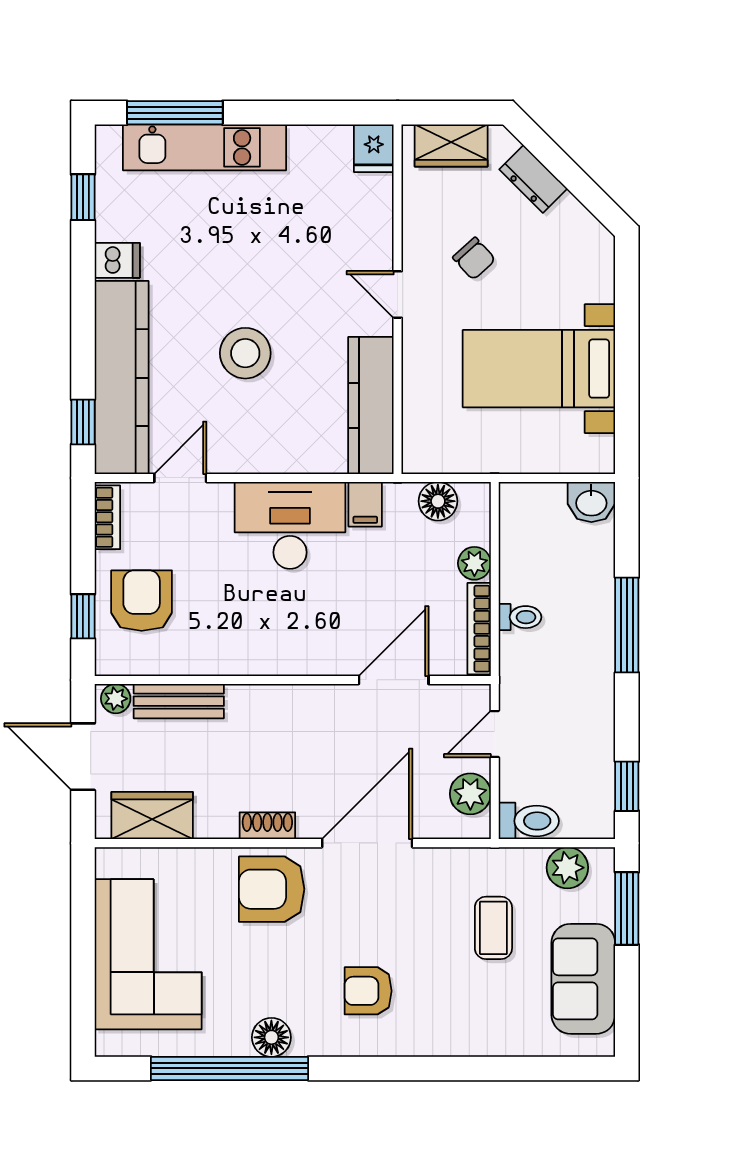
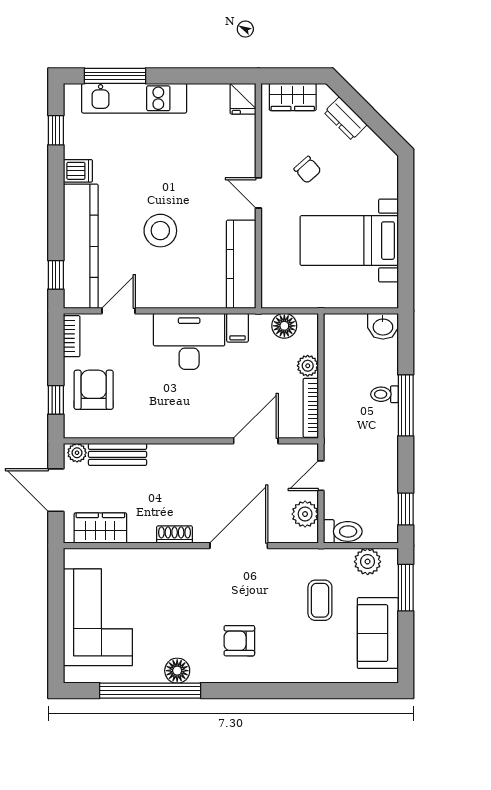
toilet: (520, 617) -> (384, 394), moved, turned 180
armchair: (272, 889) -> (177, 575), removed

